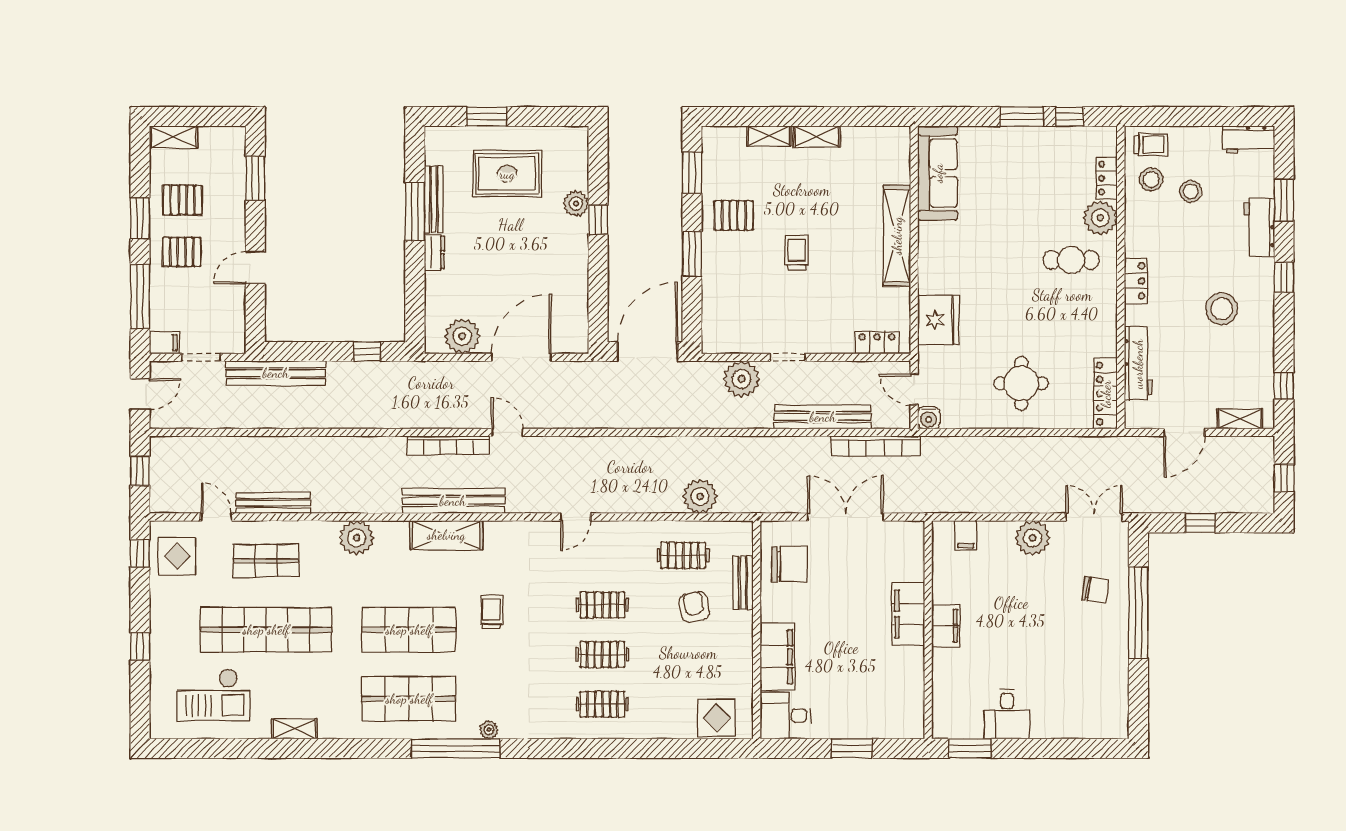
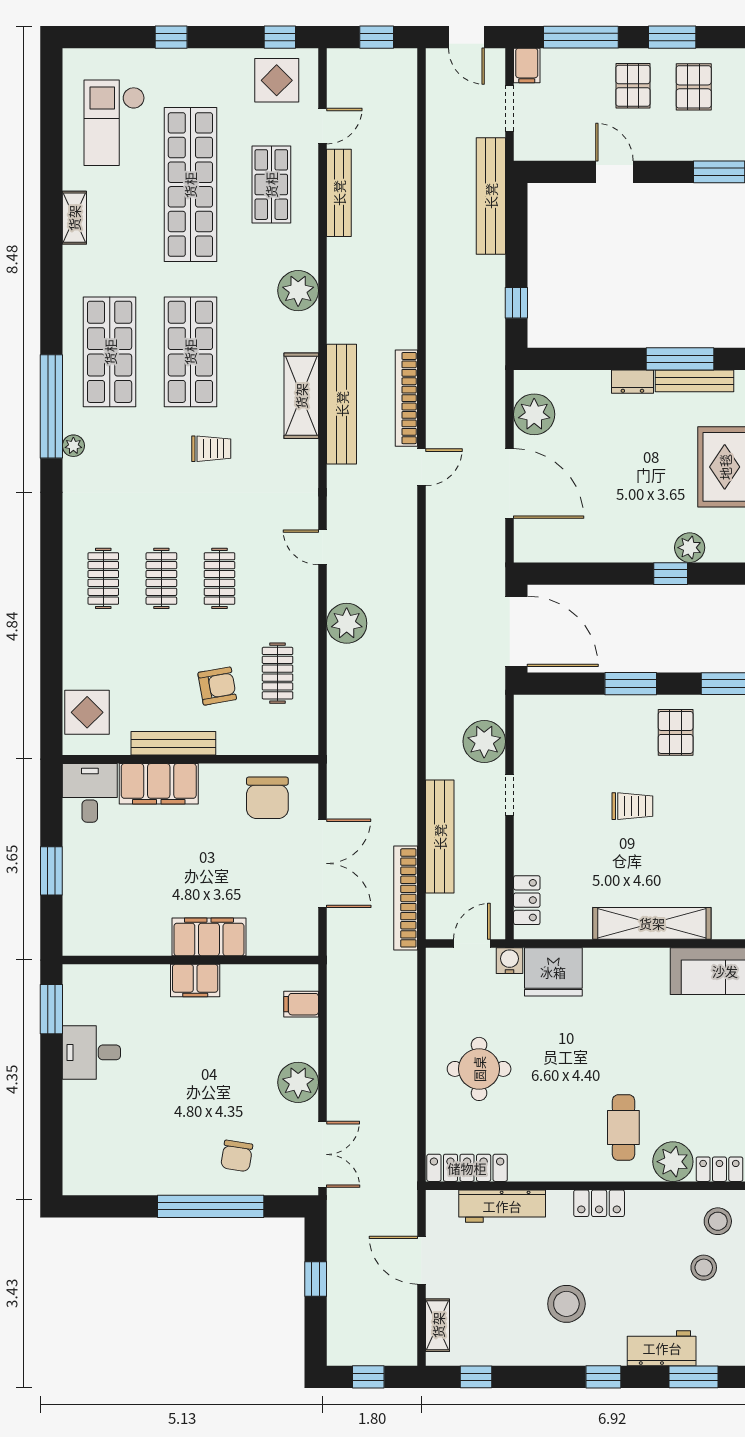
water cooler: (929, 418) -> (509, 961), moved, turned 90
plant: (700, 496) -> (347, 623), moved
bench: (743, 583) -> (173, 743), moved, width x1.36

